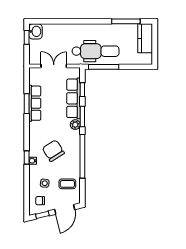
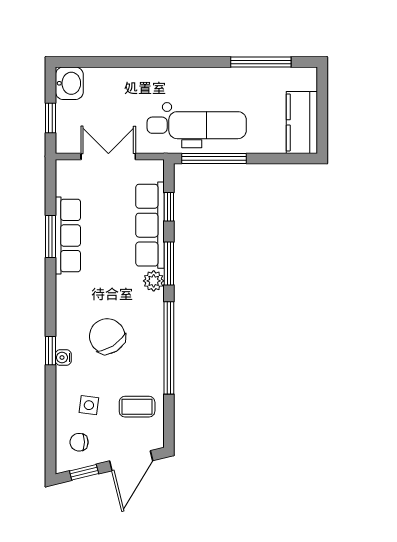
window: (27, 37) -> (51, 118), moved
kitchen counter: (145, 38) -> (302, 122), moved

